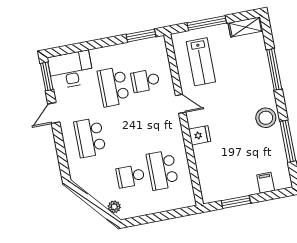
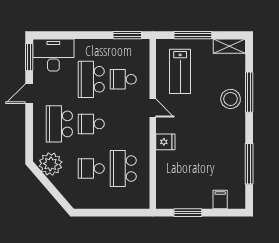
stool: (266, 118) -> (231, 99), moved
school desk: (122, 131) -> (91, 124), added
plant: (114, 207) -> (51, 164), moved, width x1.87, depth x1.87

